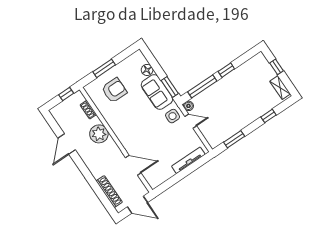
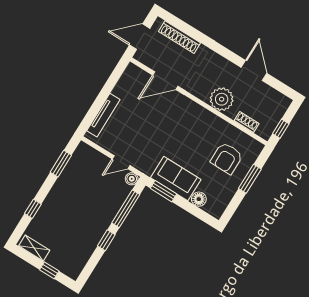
side table: (173, 116) -> (145, 159), removed

